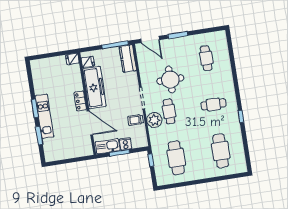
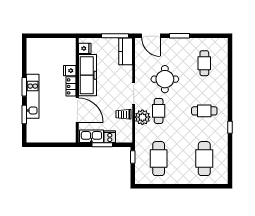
fridge: (72, 59) -> (70, 71), moved

